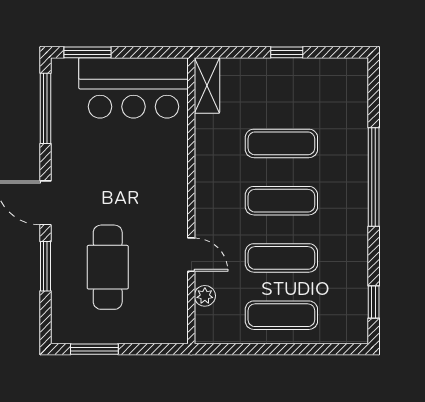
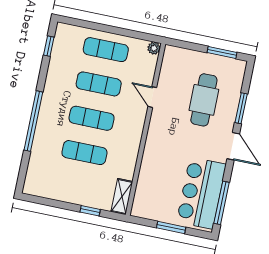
window: (88, 52) -> (171, 227), moved
window: (287, 52) -> (90, 211), moved
bar counter: (133, 88) -> (201, 193), moved, turned -90
plant: (205, 296) -> (154, 48), moved

